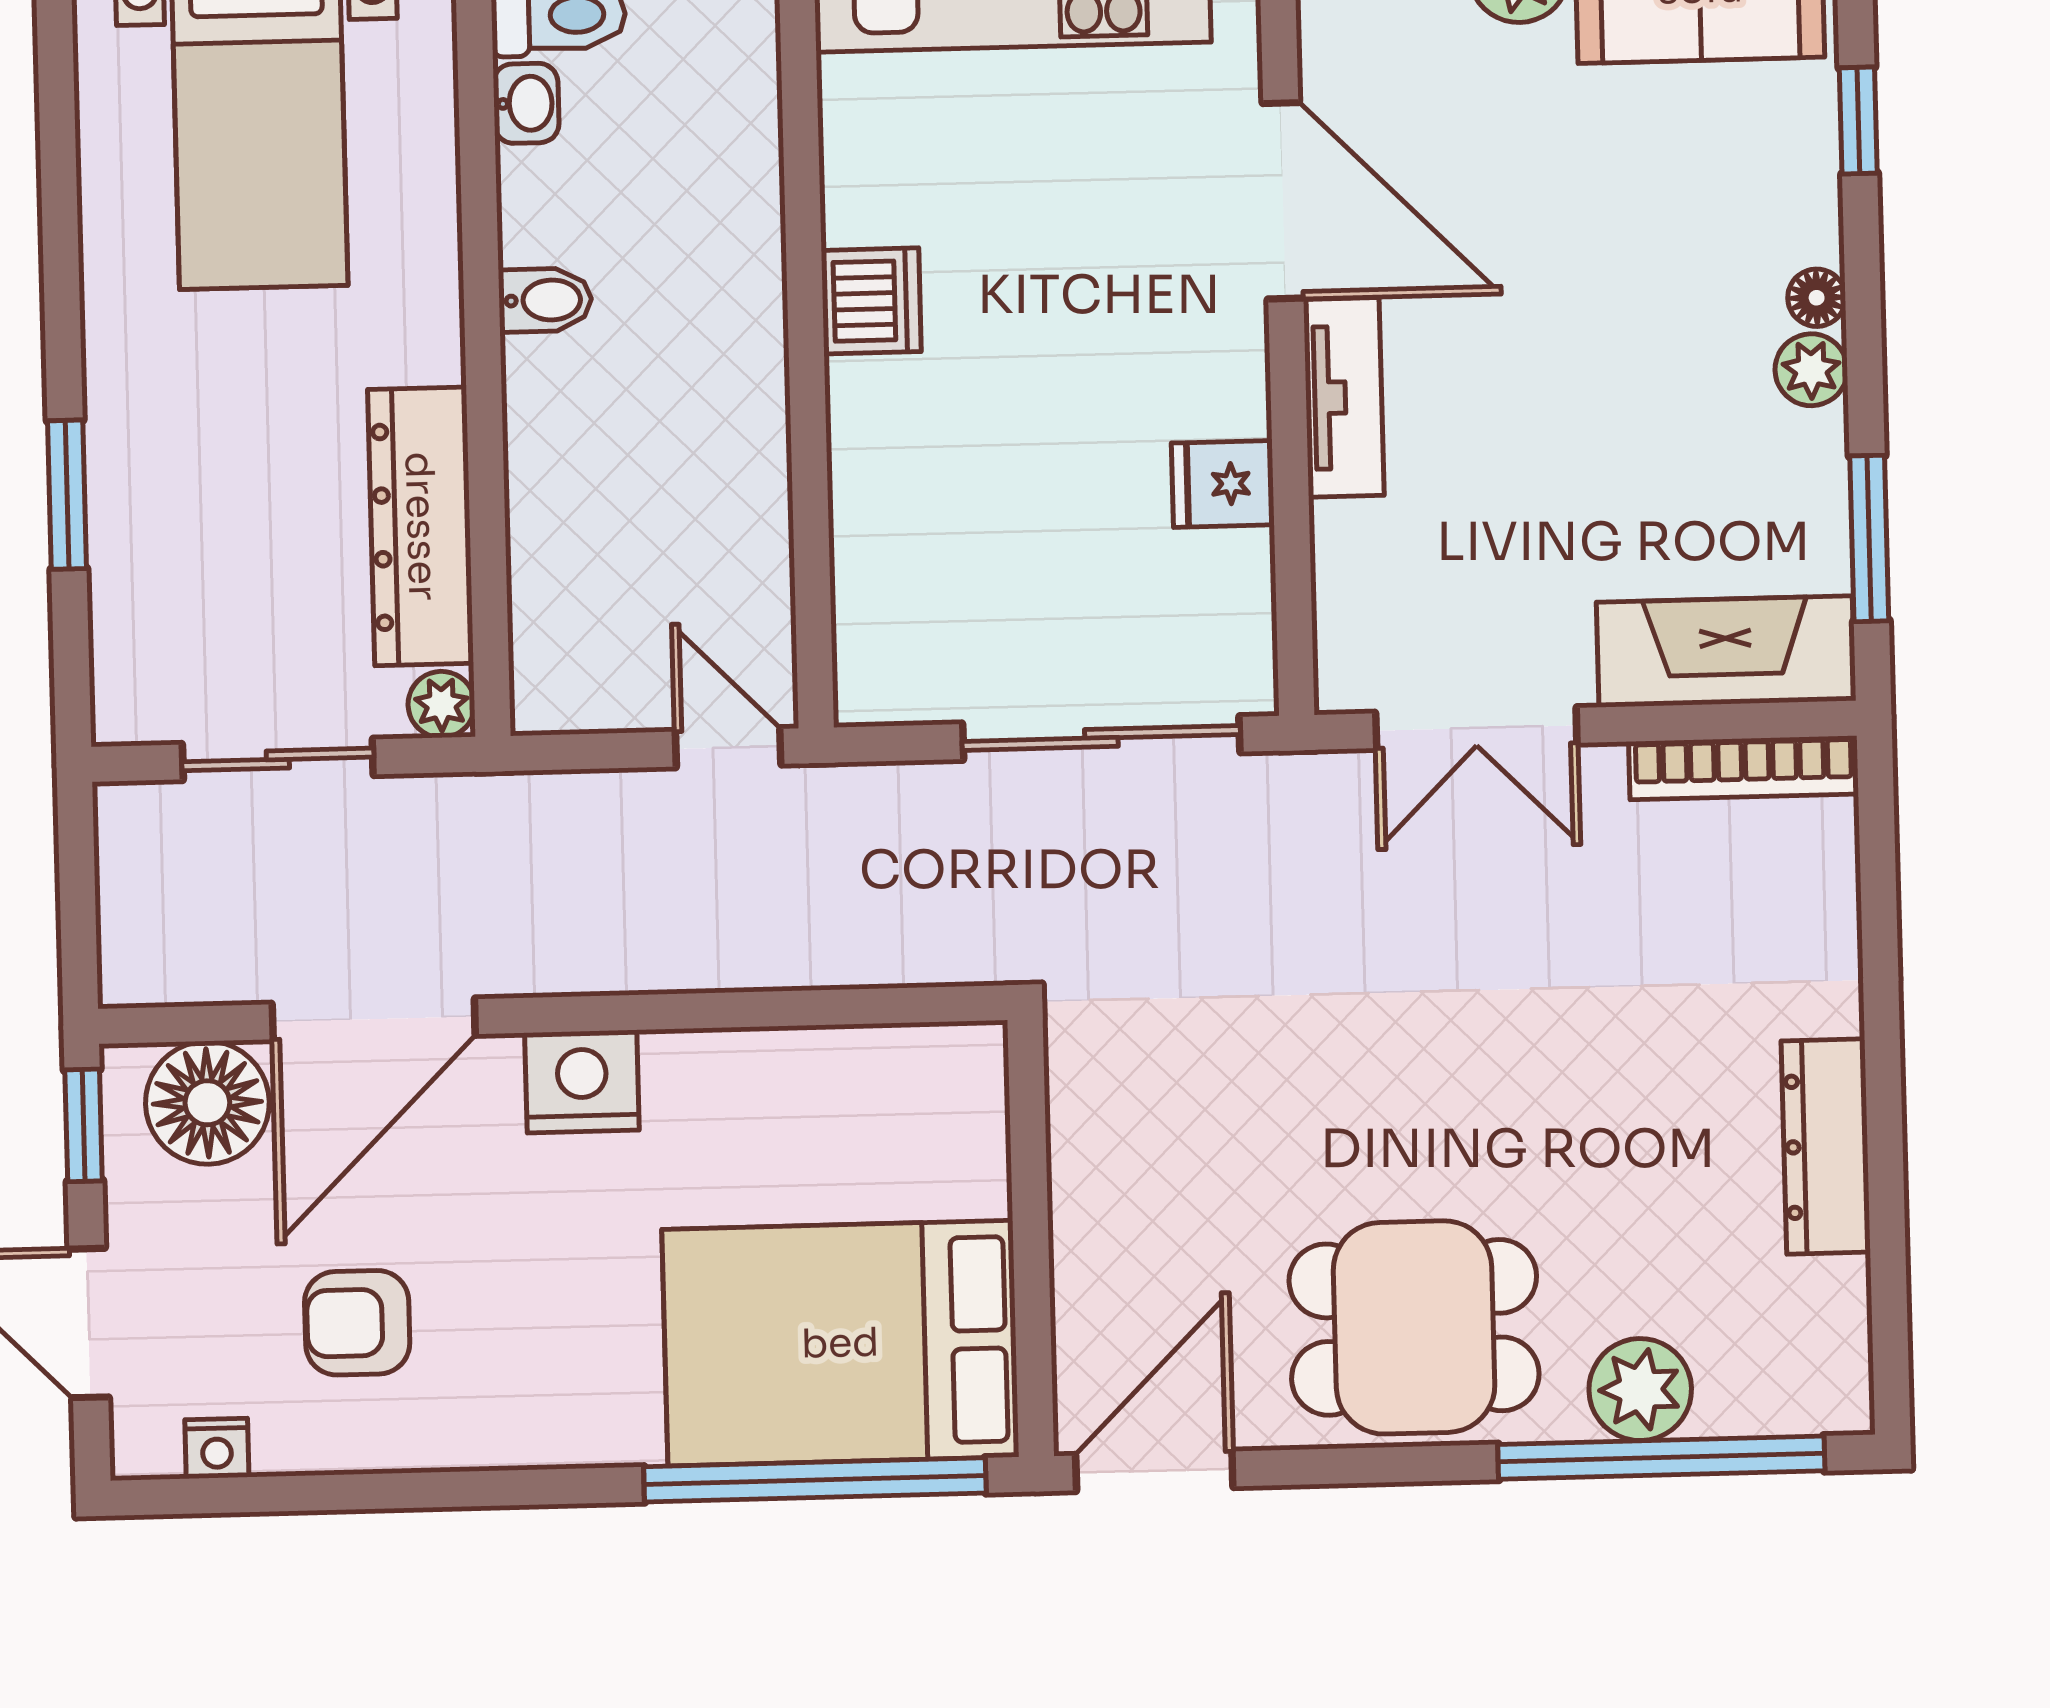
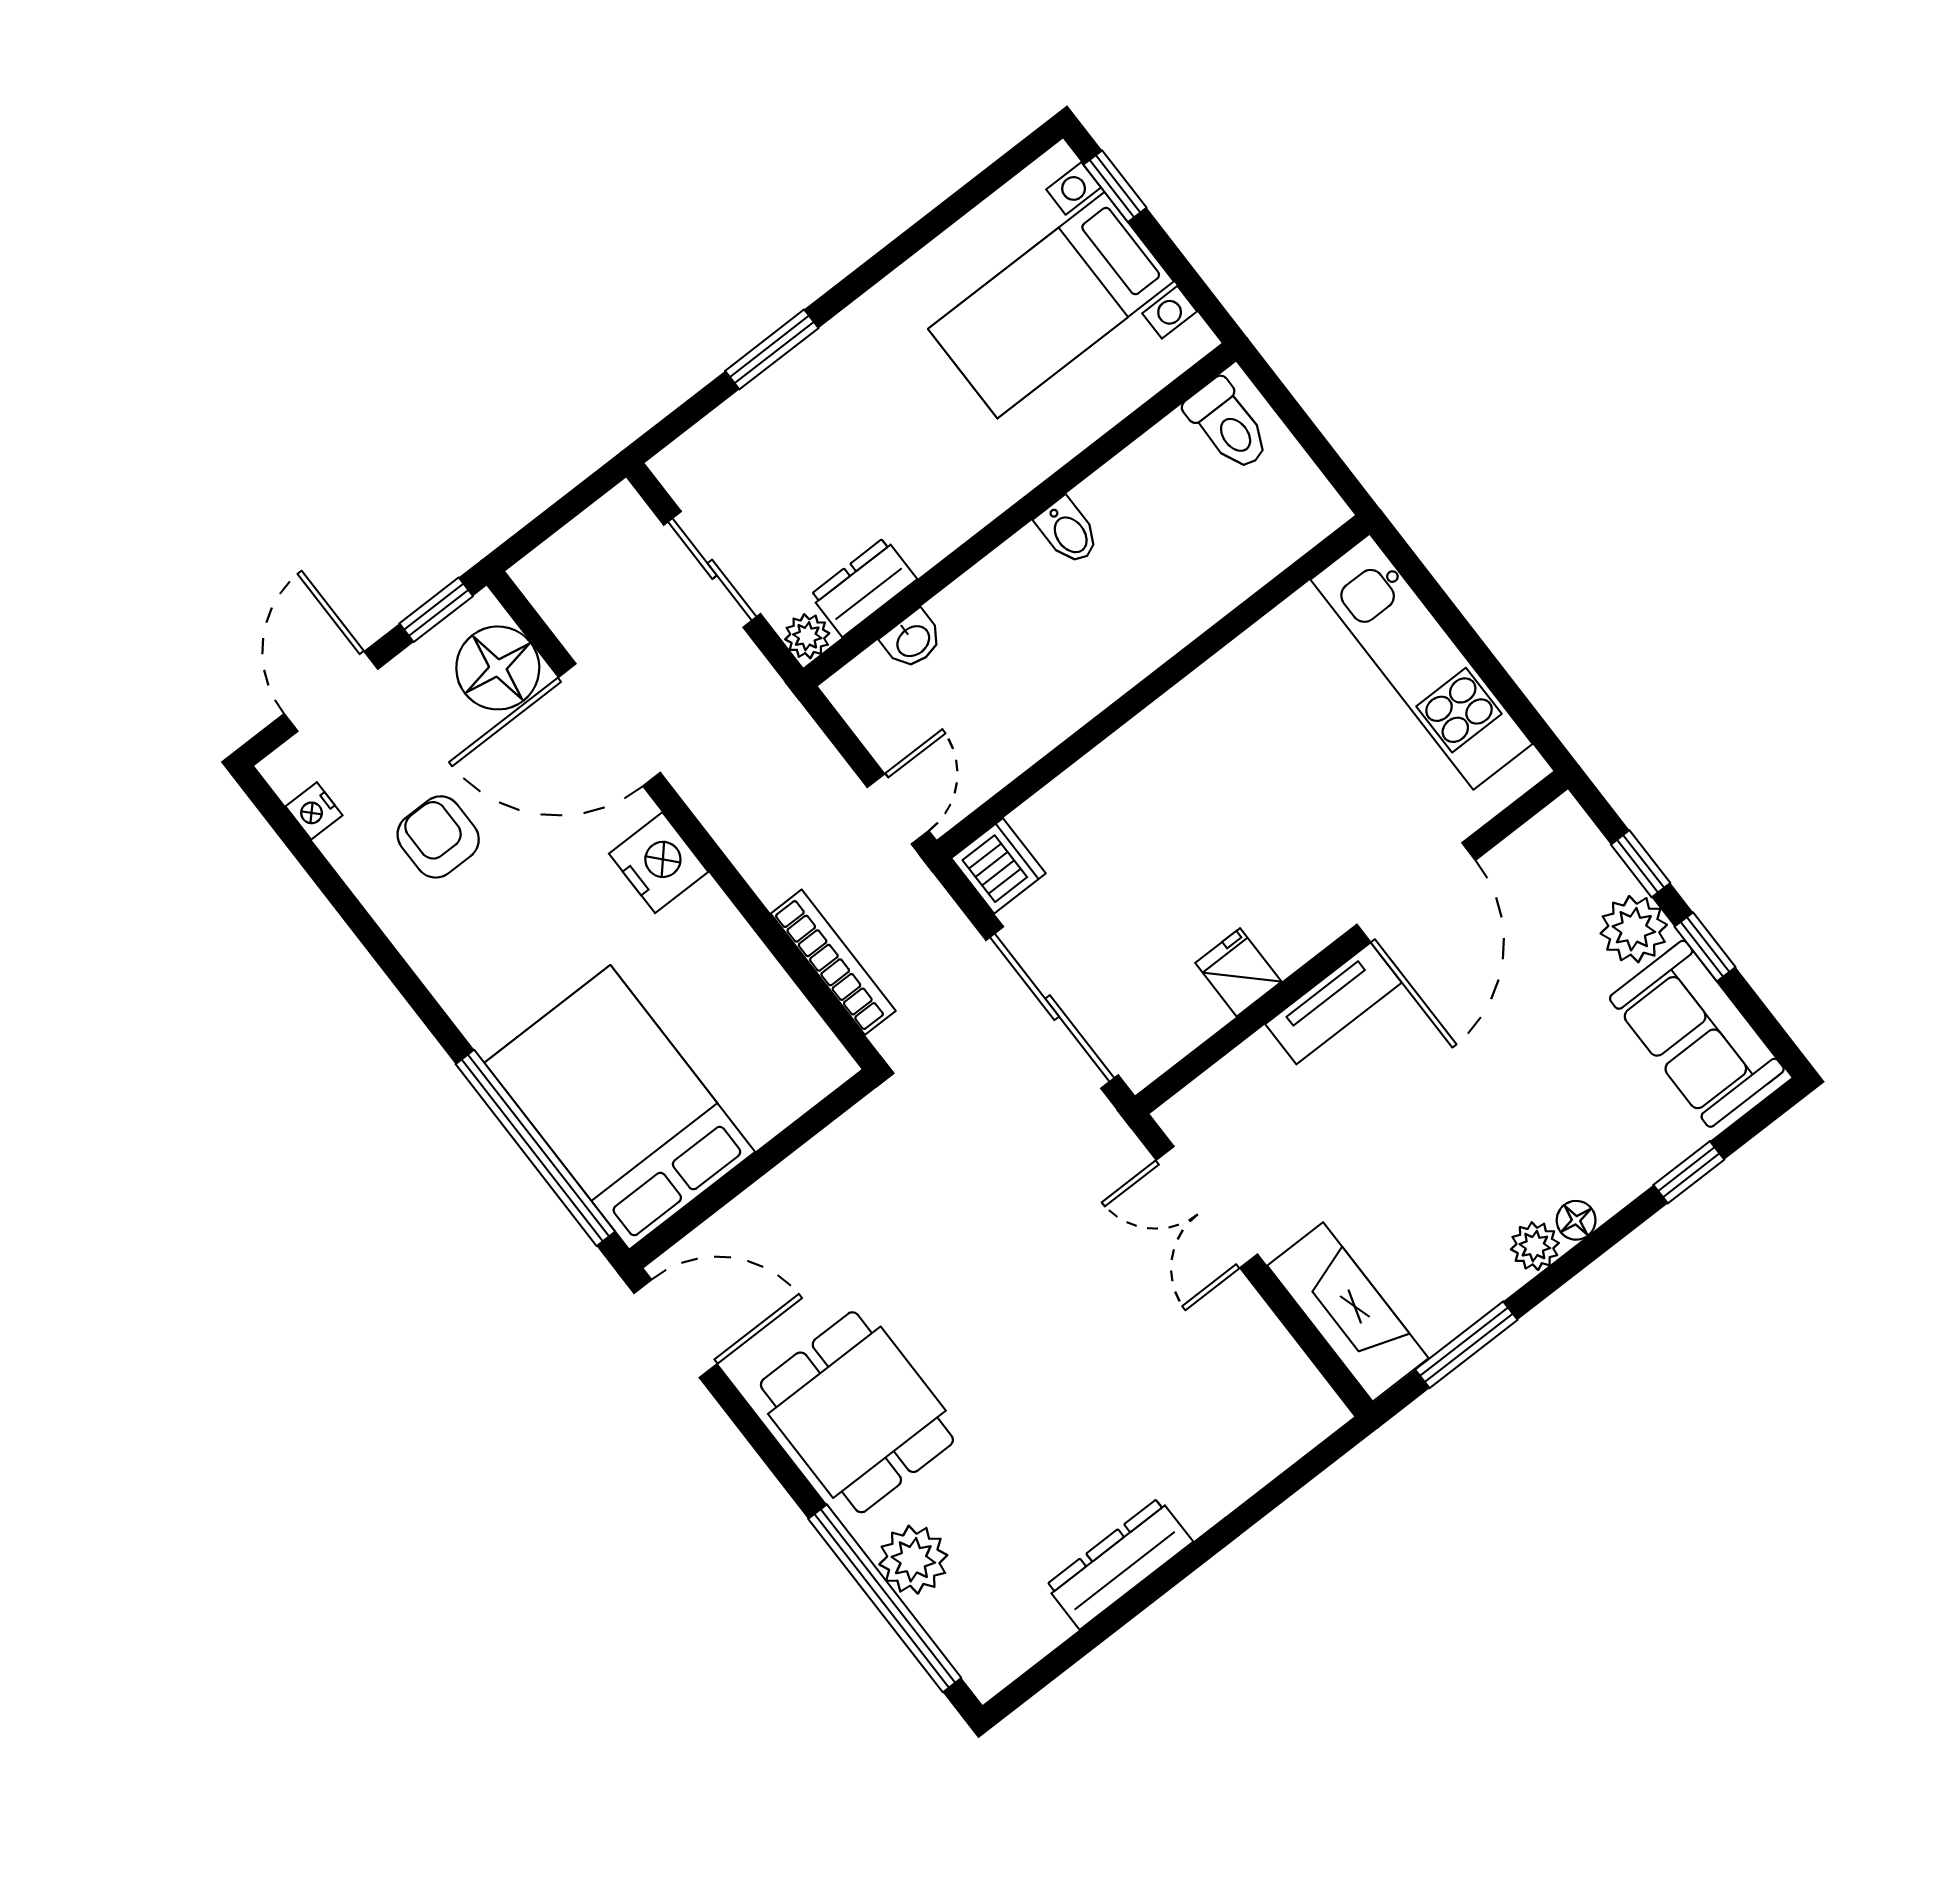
washbasin: (526, 103) -> (912, 640), moved
dishwasher: (871, 301) -> (998, 866), moved, turned -90
dresser: (421, 526) -> (863, 587), width x0.51, depth x0.80
bookcase: (1744, 768) -> (833, 962), moved, turned 180

